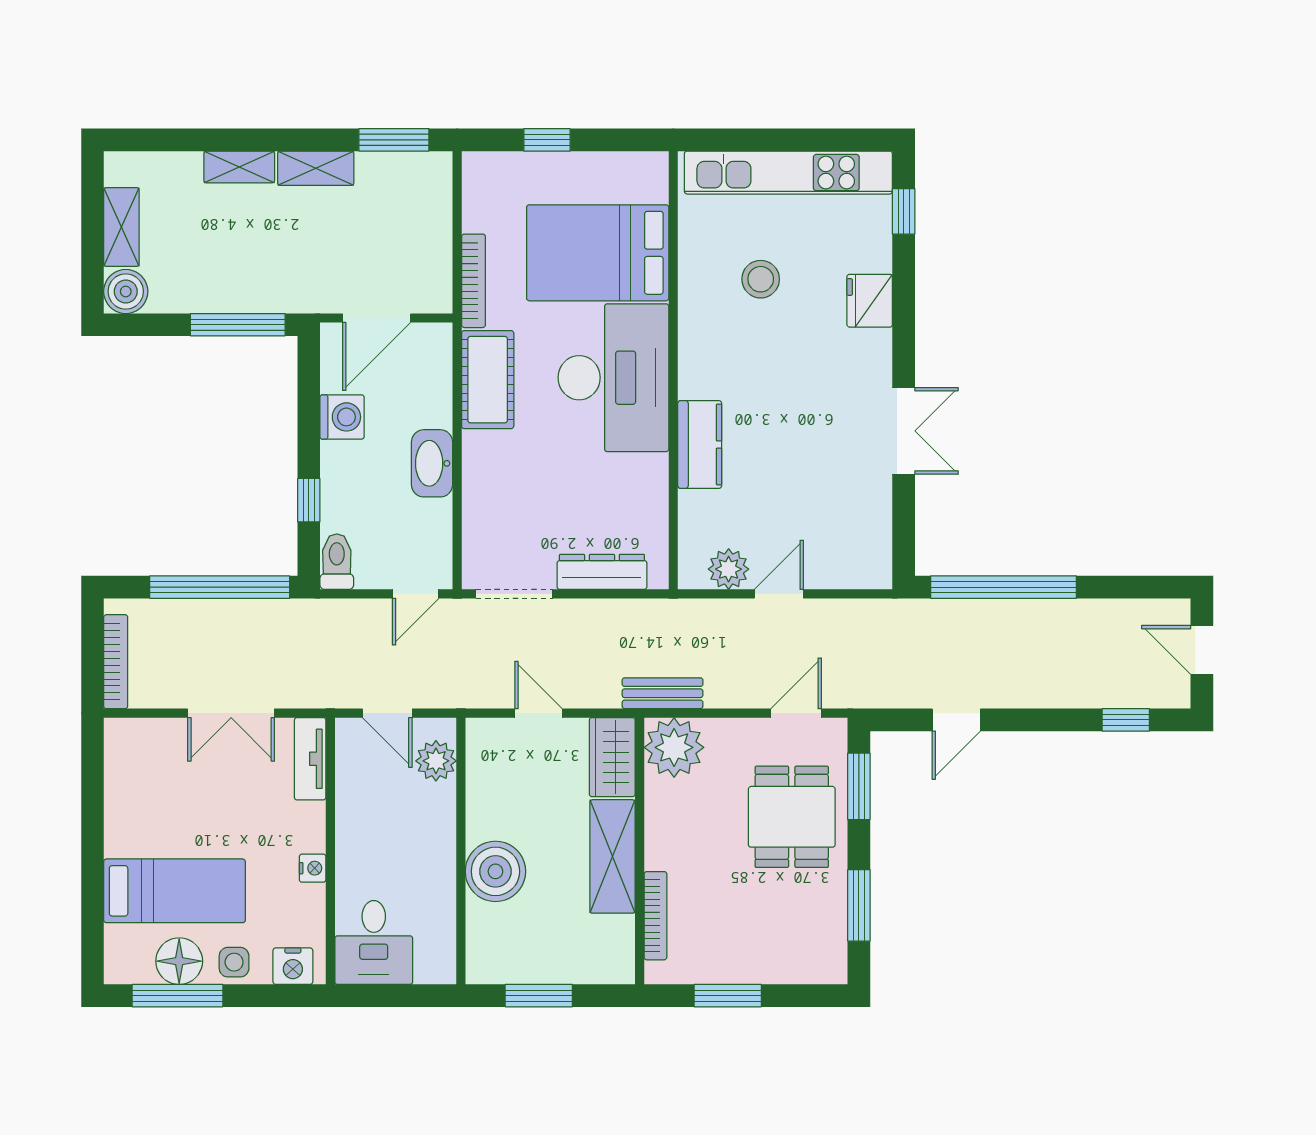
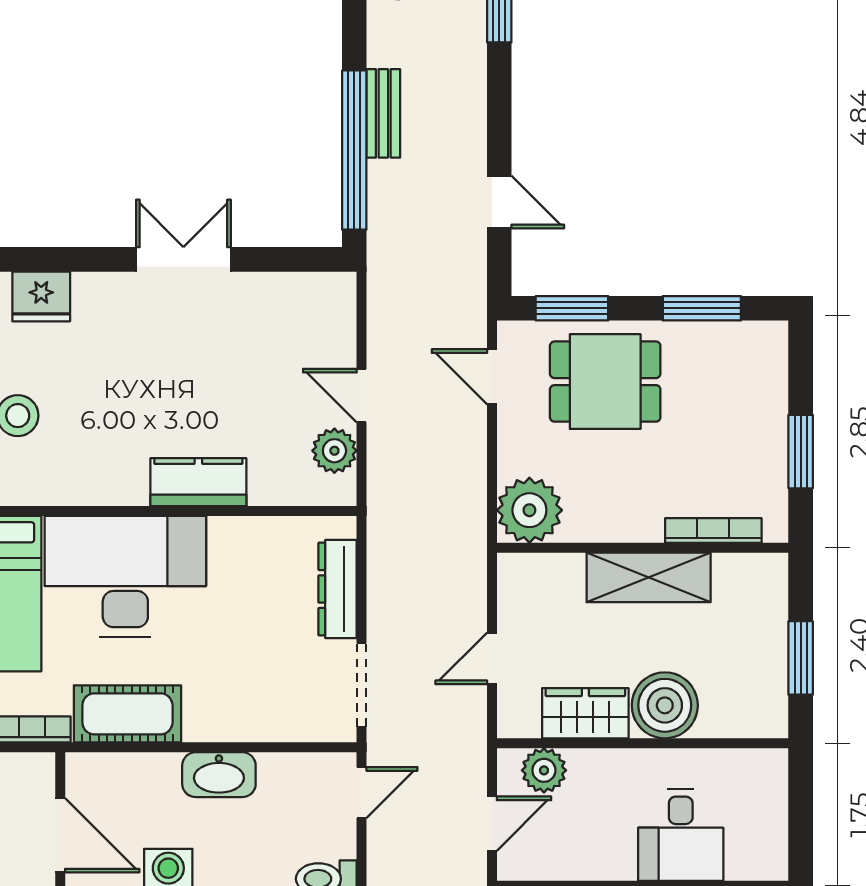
door: (416, 594) -> (362, 793), hinge flipped
bench: (663, 693) -> (383, 113), moved
wardrobe: (612, 757) -> (585, 713), moved, turned 180
desk: (374, 943) -> (681, 835), moved, turned 90

